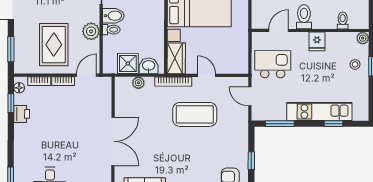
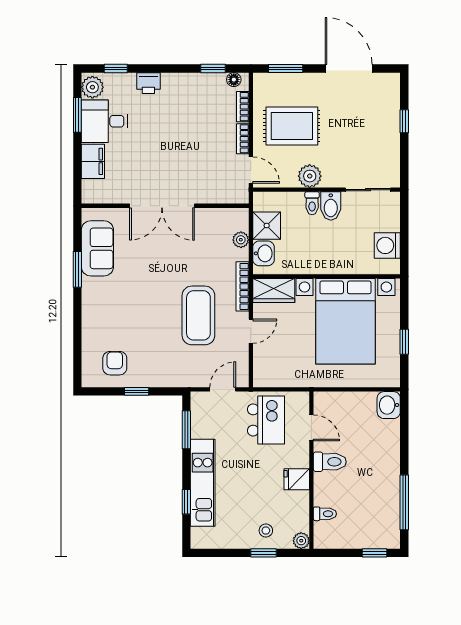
printer: (22, 114) -> (148, 83), moved

